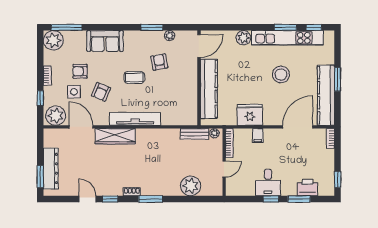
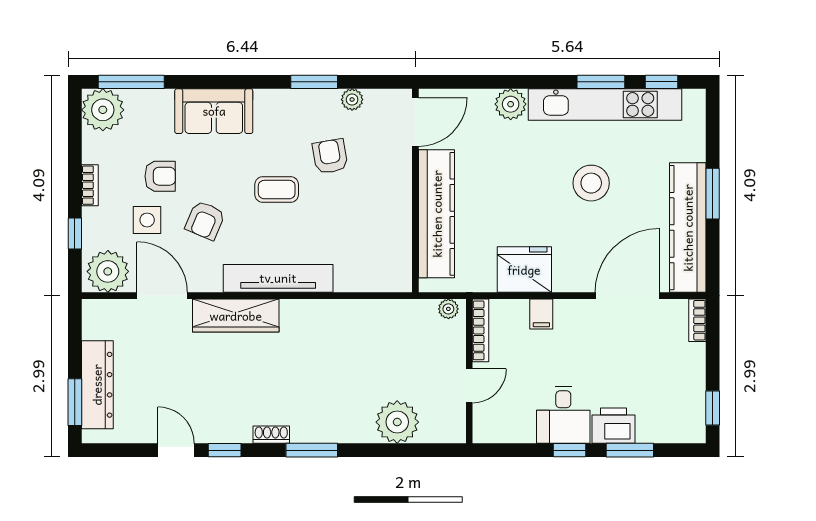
armchair: (80, 71) -> (160, 176), turned 180
bench: (195, 134) -> (406, 310), removed
printer: (307, 188) -> (613, 426), moved

